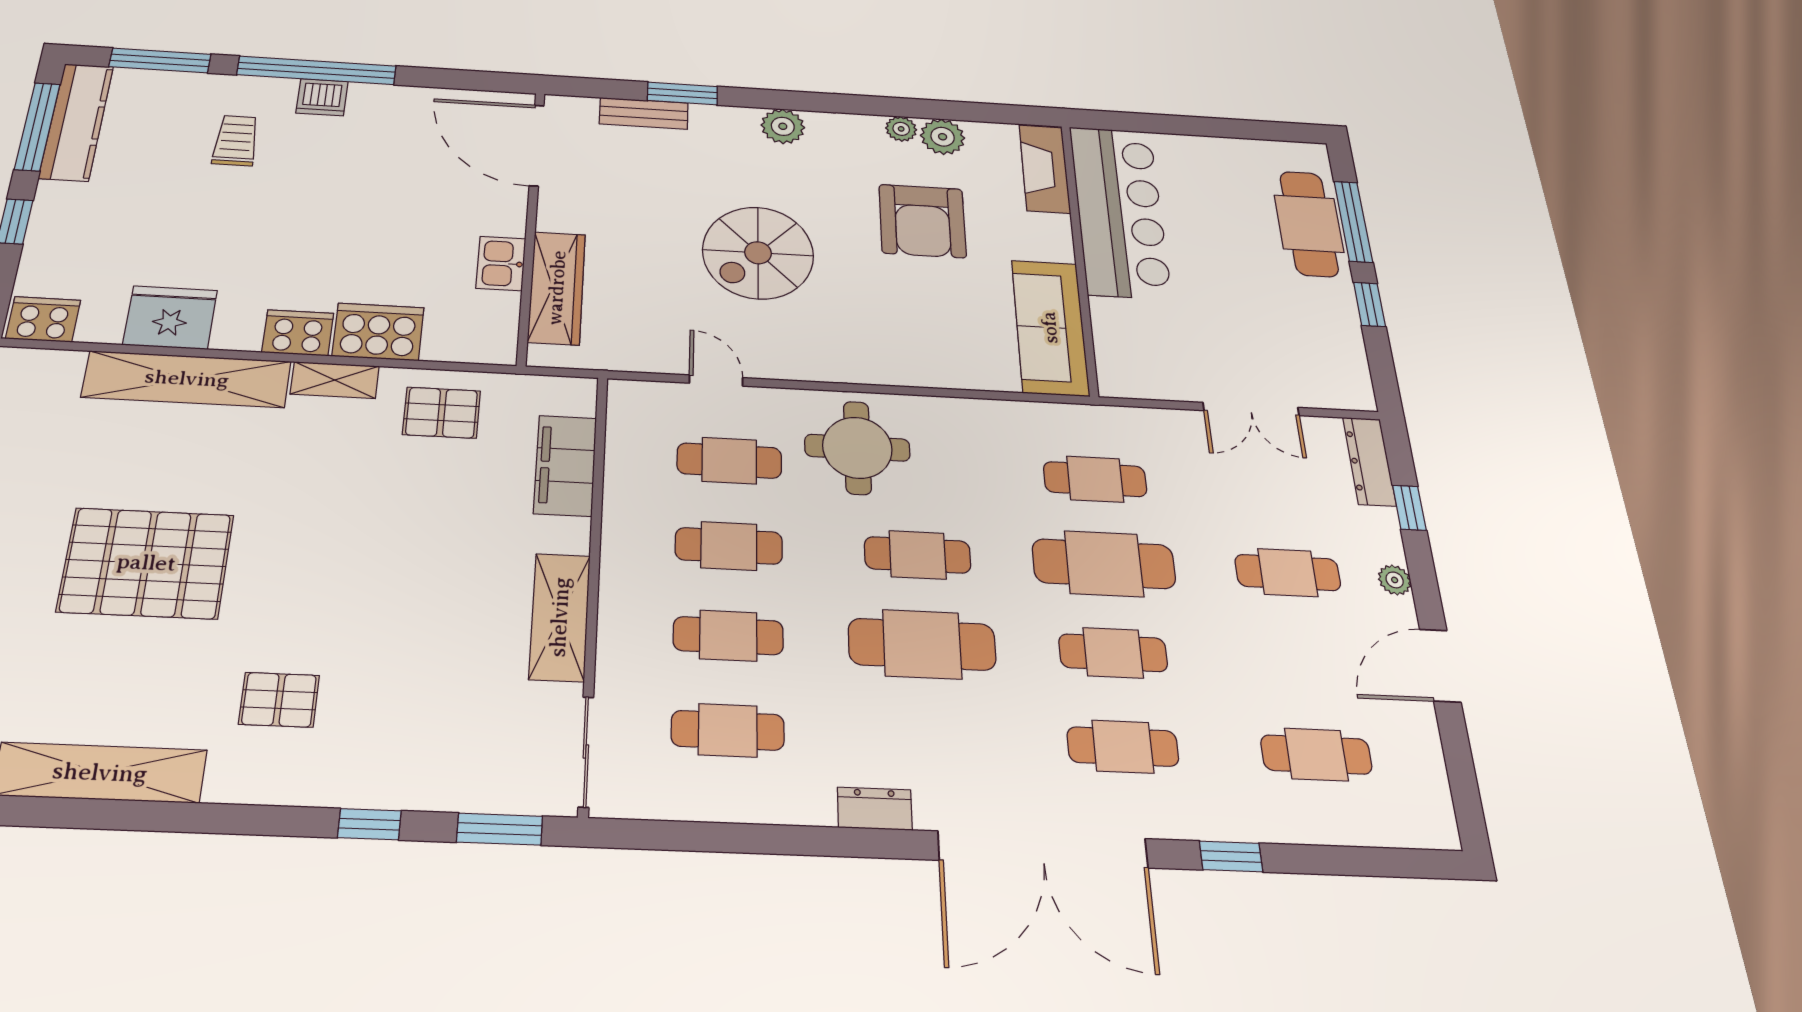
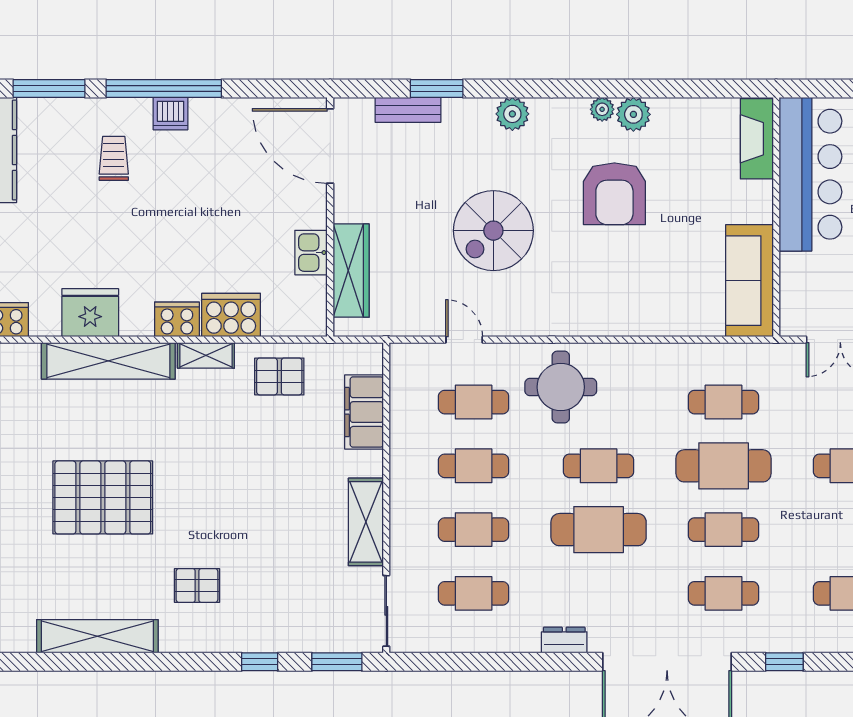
fireplace: (1045, 169) -> (757, 139), moved
bar counter: (1120, 211) -> (811, 174), moved
wall: (1079, 256) -> (776, 217), moved
sofa: (1050, 327) -> (749, 281), moved

